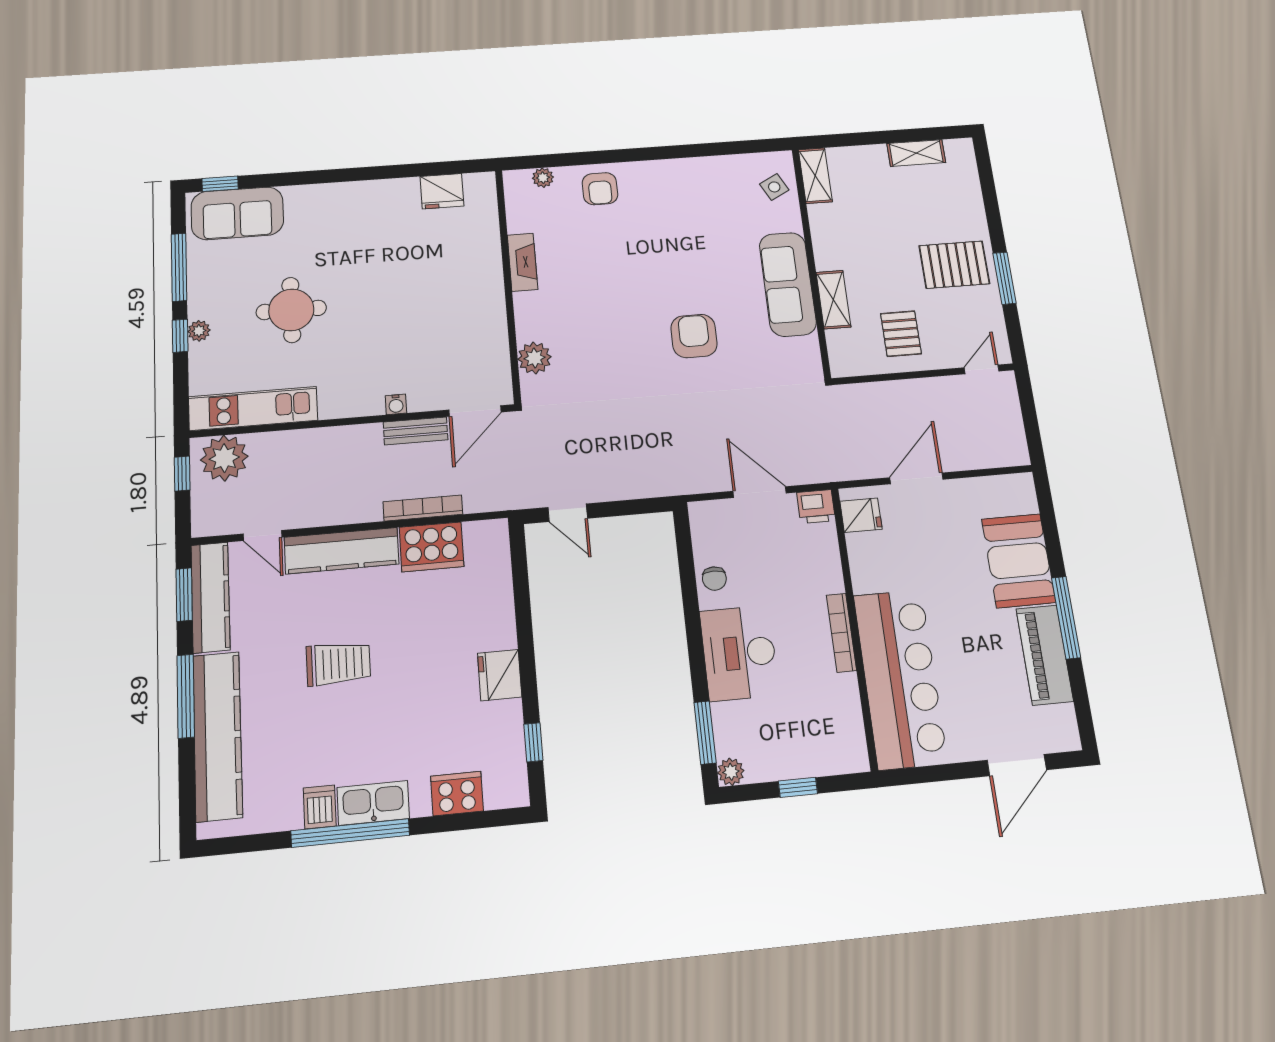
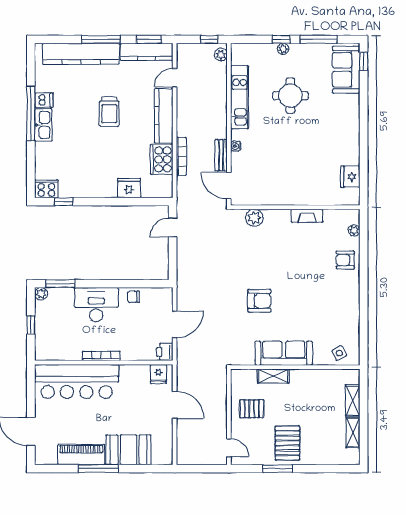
shelving: (815, 176) -> (353, 400), moved, turned 90
kitchen unit: (253, 408) -> (240, 97), moved
plant: (224, 458) -> (221, 55), width x0.53, depth x0.53
fridge: (500, 675) -> (129, 188), moved
cooker: (457, 794) -> (46, 189), moved, turned -90

